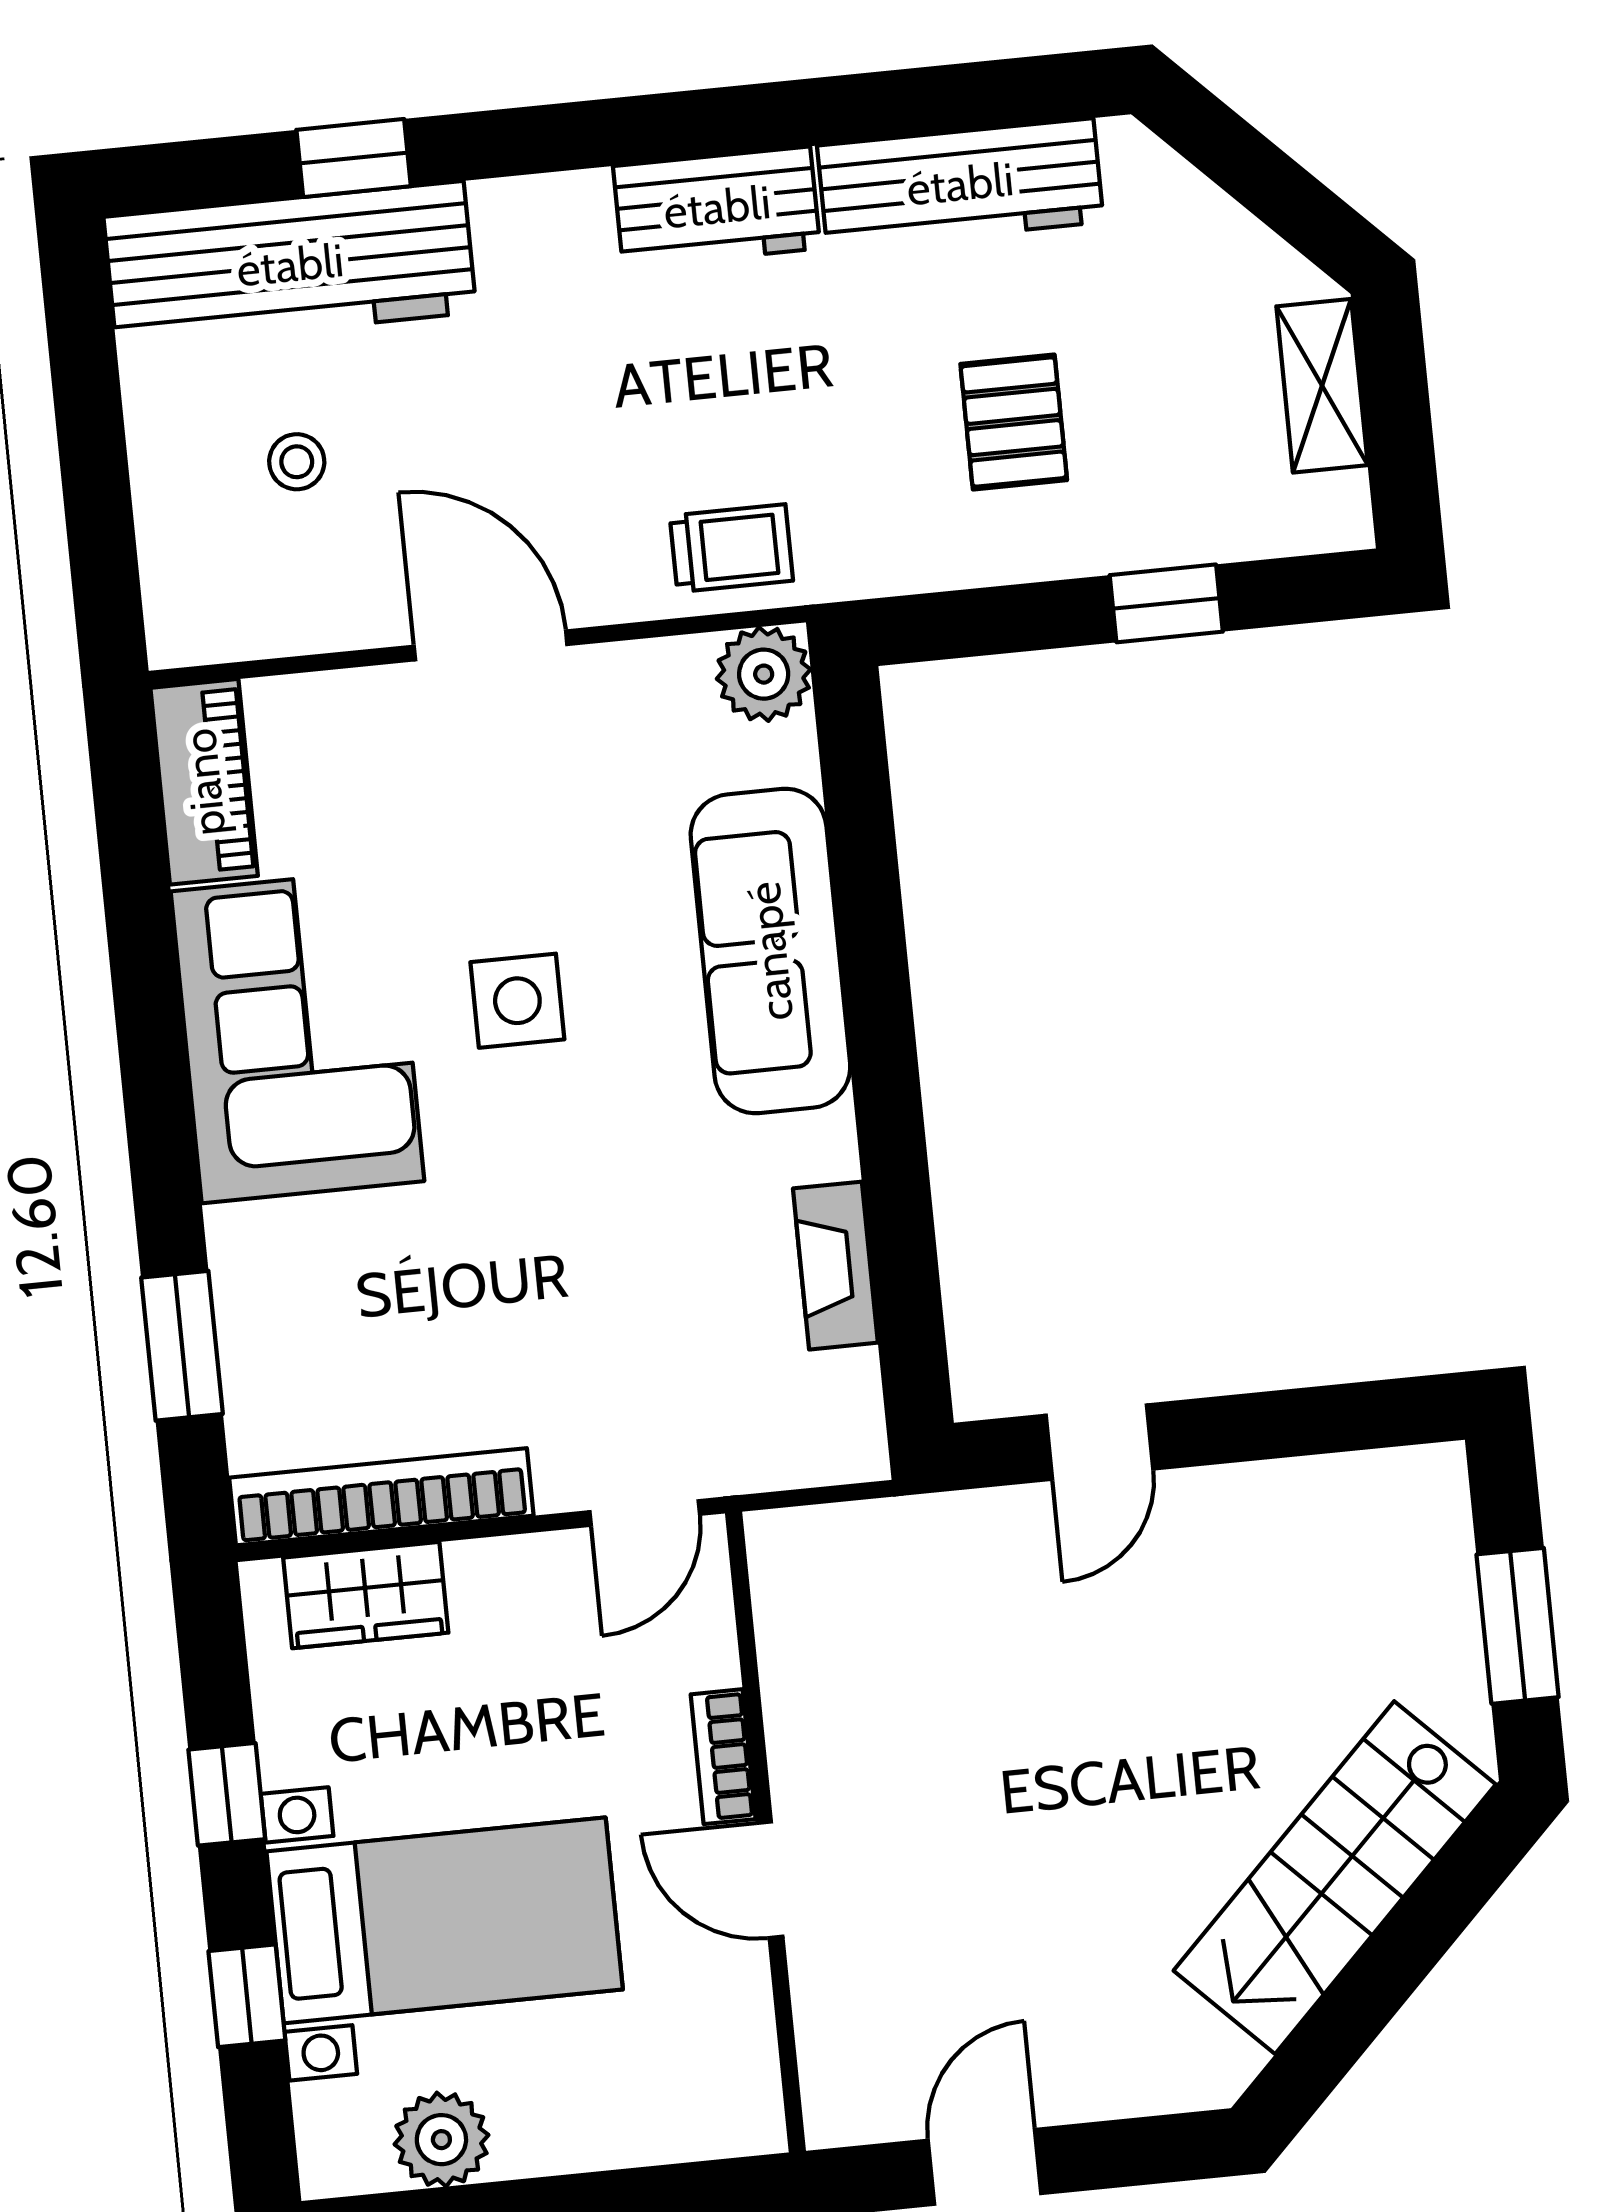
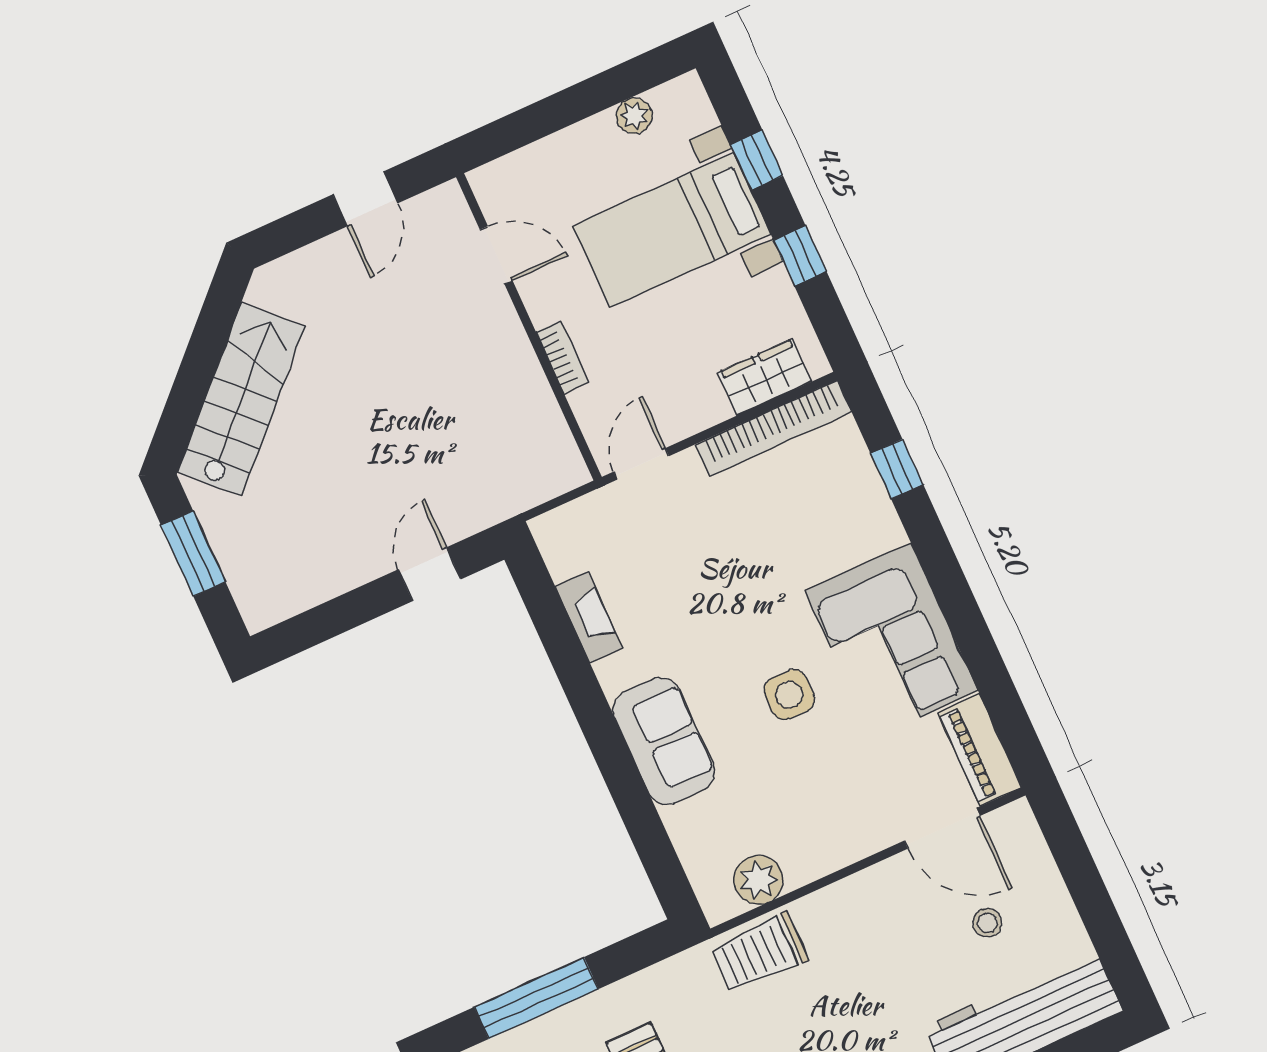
trolley: (731, 548) -> (759, 953), width x1.36, depth x1.39
window: (1166, 603) -> (536, 998), width x2.17
door: (491, 645) -> (942, 828), moved
plant: (764, 674) -> (759, 880), moved
sofa: (770, 951) -> (664, 741), width x0.73
window: (182, 1346) -> (897, 469), width x0.67
door: (770, 1880) -> (496, 255), moved
plant: (441, 2140) -> (634, 116), width x0.73, depth x0.73

